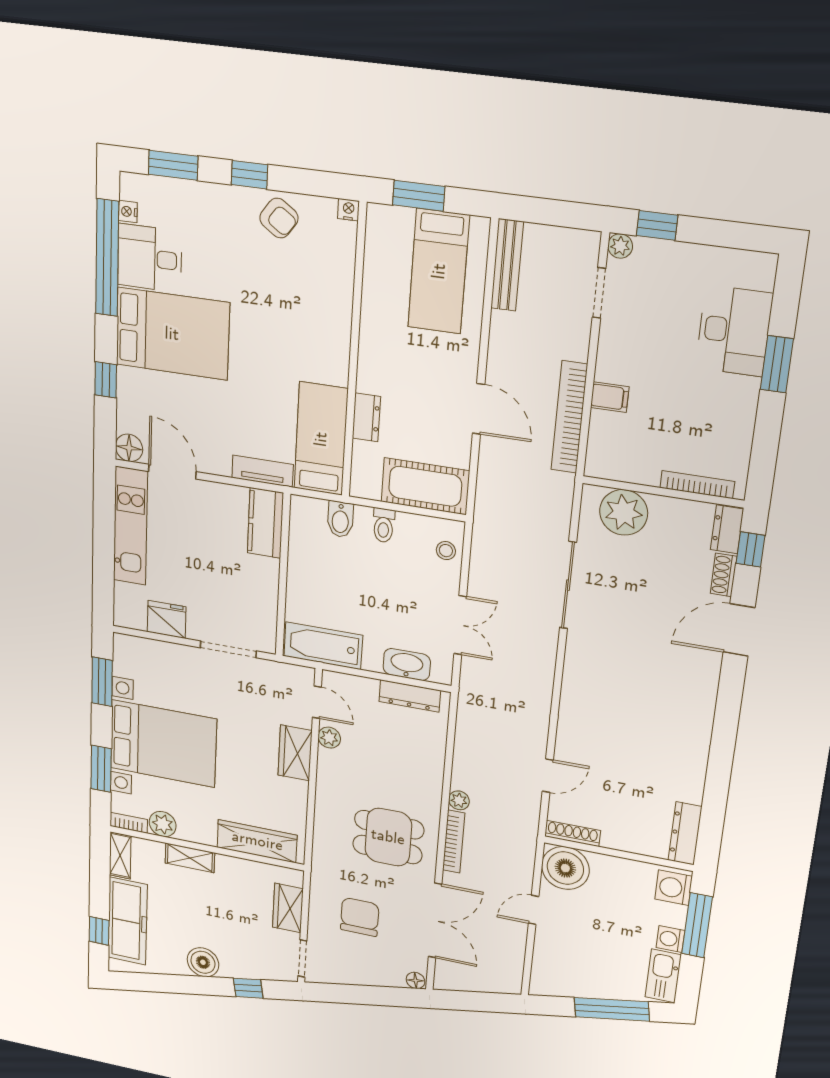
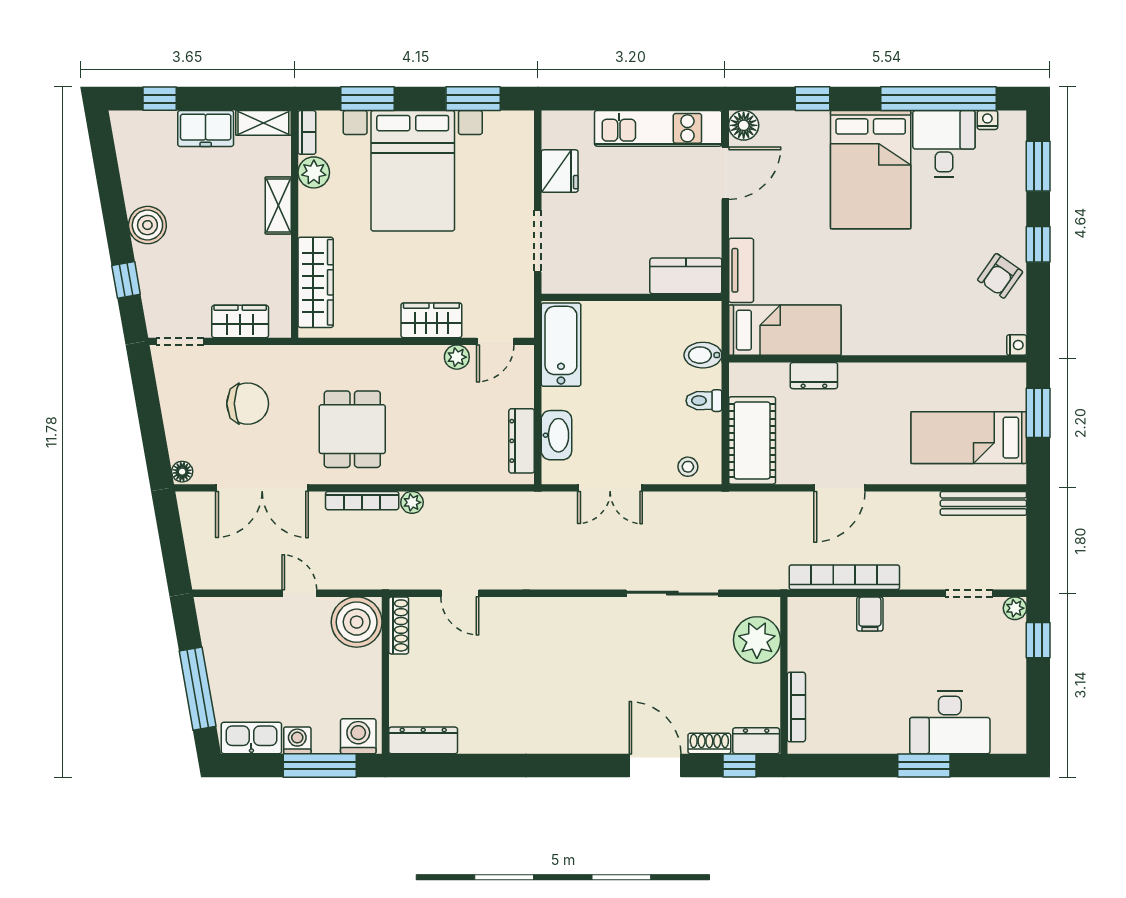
freezer: (128, 921) -> (206, 128), width x0.52, depth x0.79

